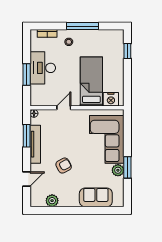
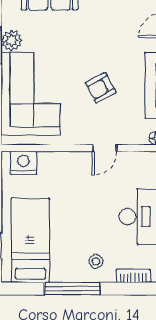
bed: (91, 81) -> (30, 240), moved, turned 180
armchair: (64, 166) -> (101, 88), moved

